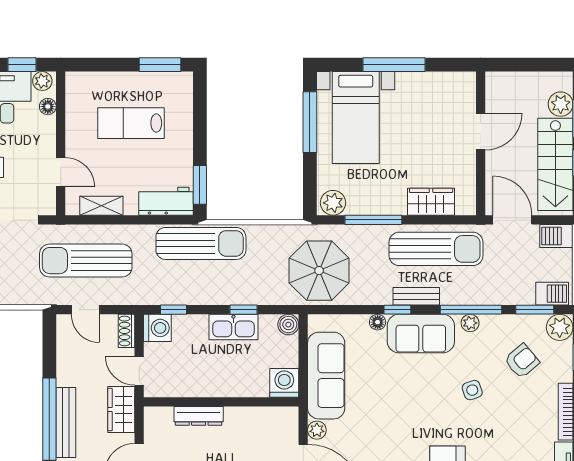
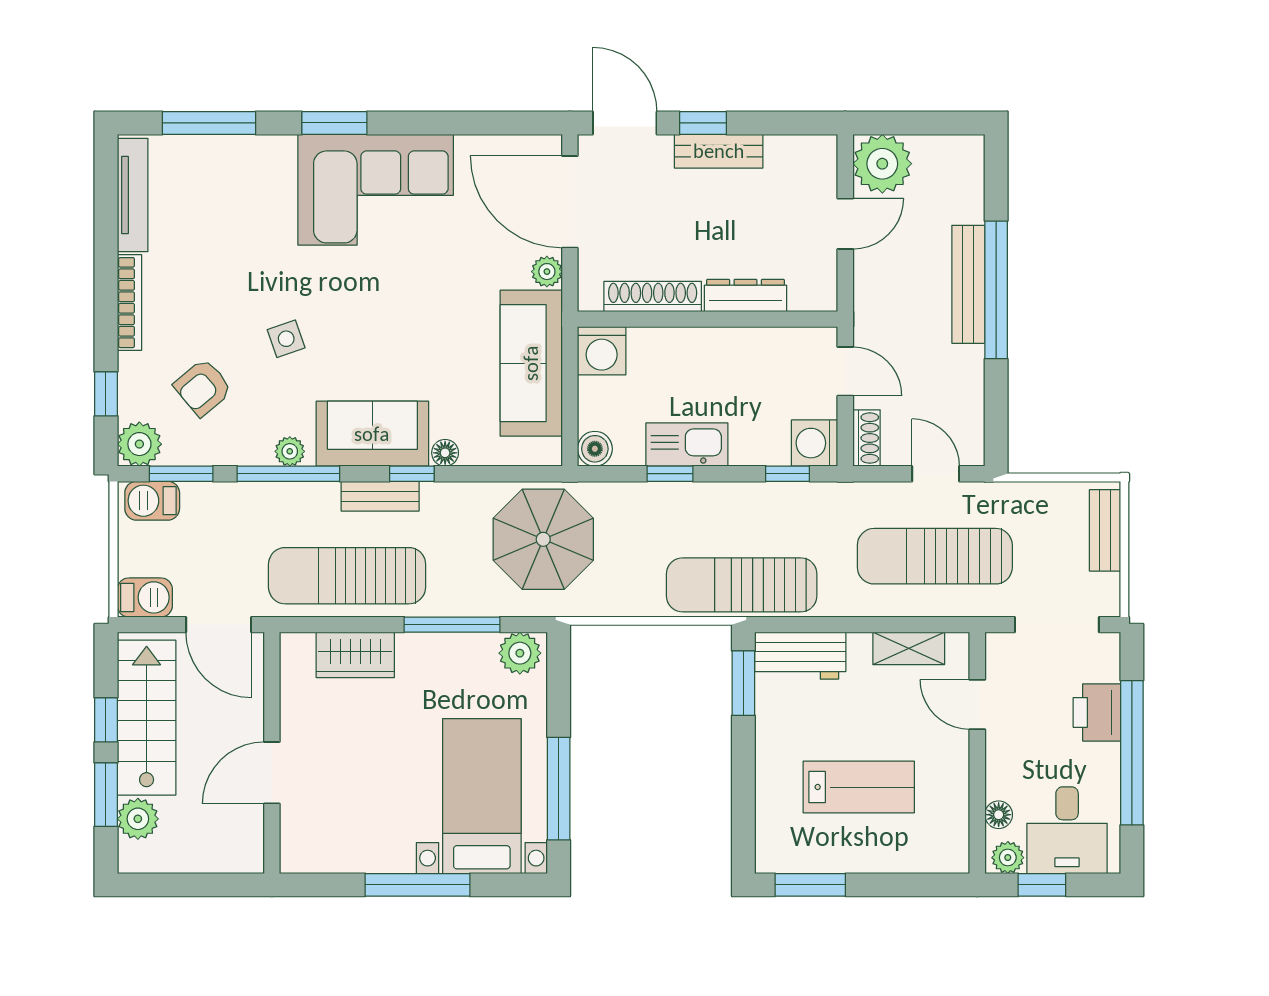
sun lounger: (86, 261) -> (935, 556), turned 180
wardrobe: (121, 410) -> (875, 306), removed
shoe rack: (254, 415) -> (653, 296), added

